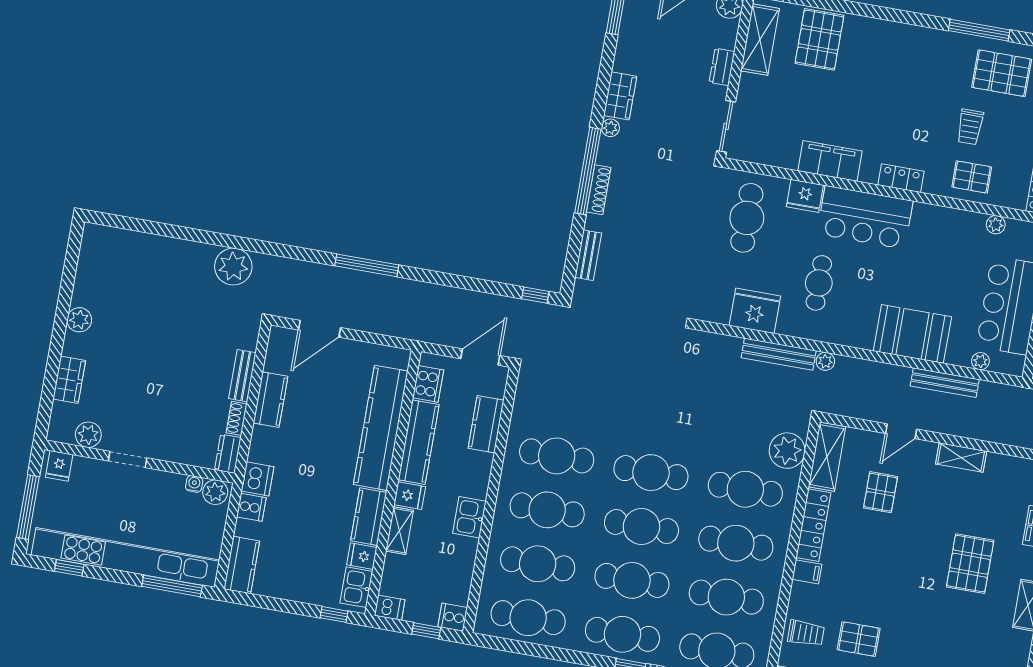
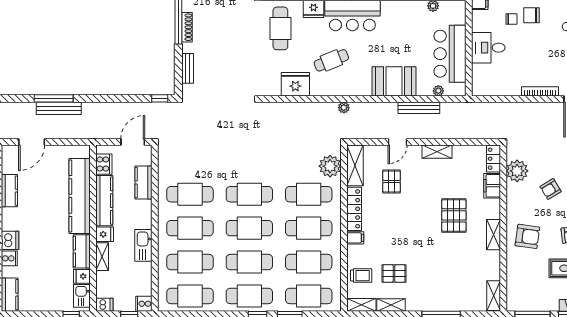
cafe table: (819, 283) -> (331, 60), turned 68
bench: (779, 354) -> (59, 108), moved
kitchen sink: (469, 517) -> (143, 245), width x1.38

